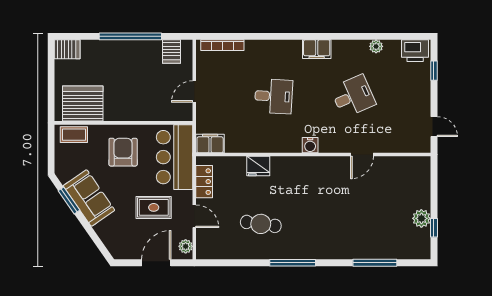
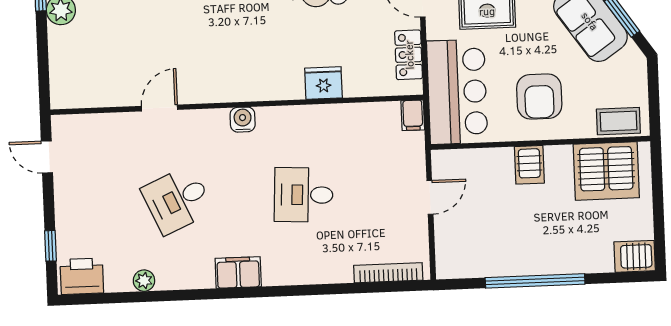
server rack: (172, 51) -> (529, 165), moved, turned 180
filing cabinet: (210, 143) -> (413, 115), width x0.50

